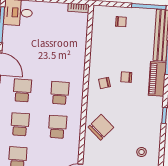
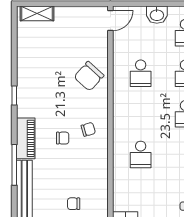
school desk: (60, 93) -> (141, 154), moved
stool: (142, 152) -> (38, 50), removed

